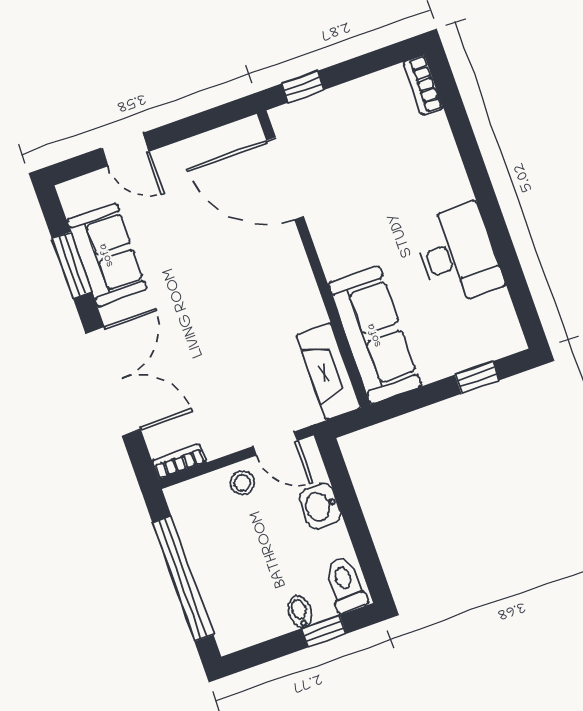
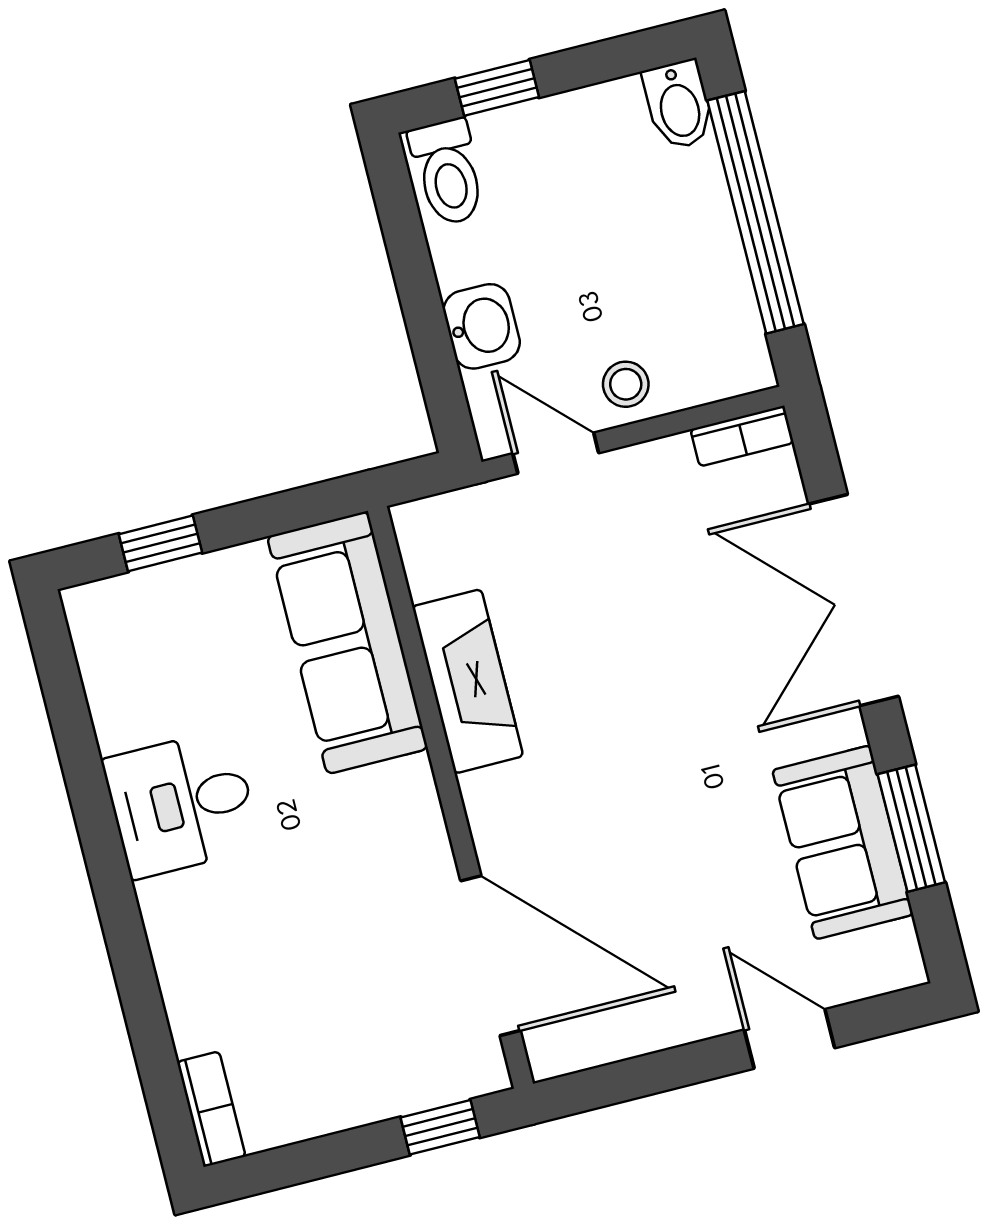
desk: (458, 254) -> (182, 804), width x0.73
fireplace: (328, 371) -> (468, 681), moved
bidet: (300, 612) -> (679, 105), moved, width x1.38, depth x1.36

